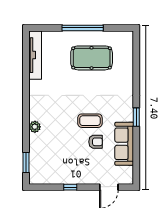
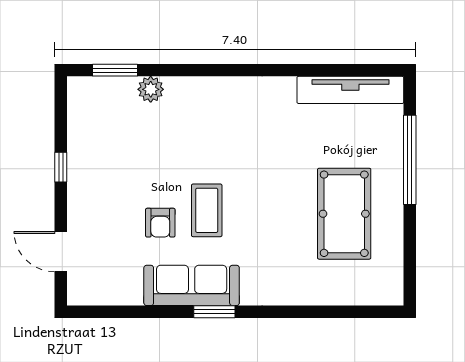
window: (83, 28) -> (410, 160), moved
plant: (35, 127) -> (151, 89), moved
sofa: (124, 144) -> (192, 285), moved

